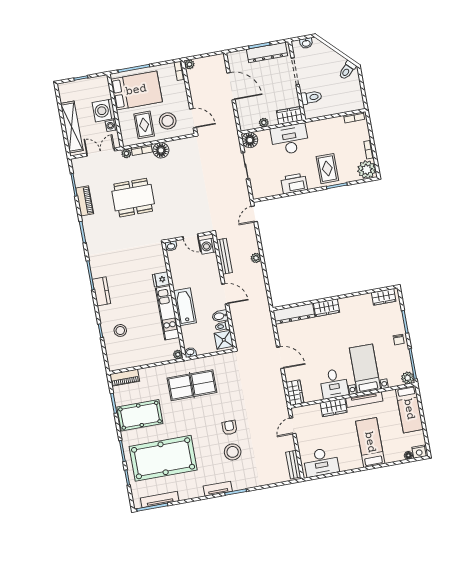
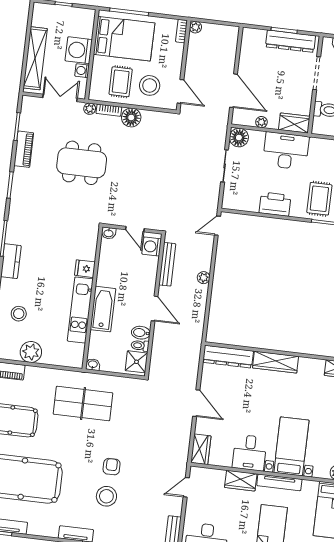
door: (231, 86) -> (234, 91), moved
wardrobe: (326, 308) -> (276, 362), width x1.50
plant: (178, 354) -> (31, 352), moved, width x1.88, depth x1.88

